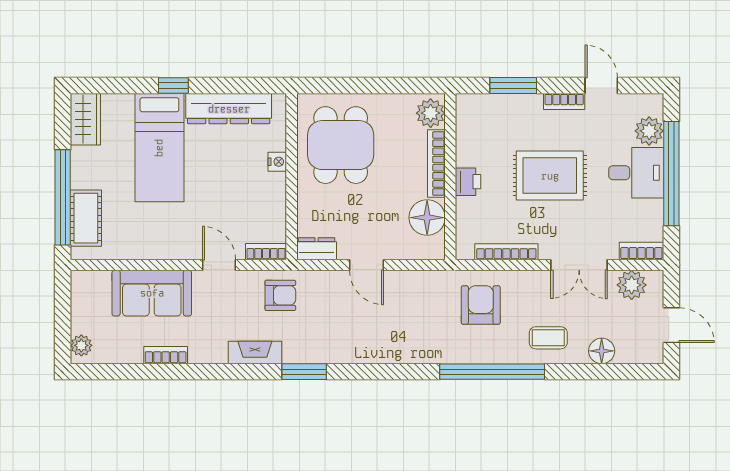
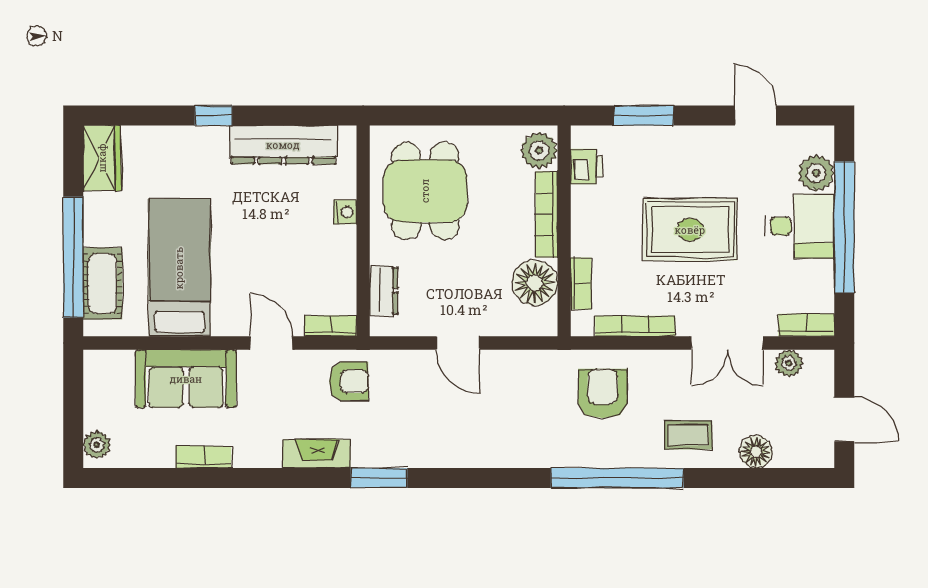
bookcase: (564, 102) -> (581, 283), moved, turned -90
bed: (159, 148) -> (179, 268), moved, turned 180
printer: (468, 182) -> (587, 166), moved
dresser: (317, 249) -> (384, 291), moved, turned 90
plant: (632, 285) -> (789, 363), width x0.73, depth x0.73

